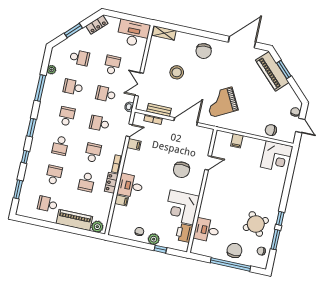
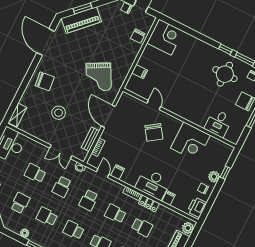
school desk: (73, 87) -> (47, 217), turned 90
chair: (181, 170) -> (154, 132), turned 55
desk: (130, 186) -> (153, 184), width x1.37
round table: (256, 224) -> (225, 74), turned 33
printer: (184, 233) -> (197, 207), moved, turned 90

